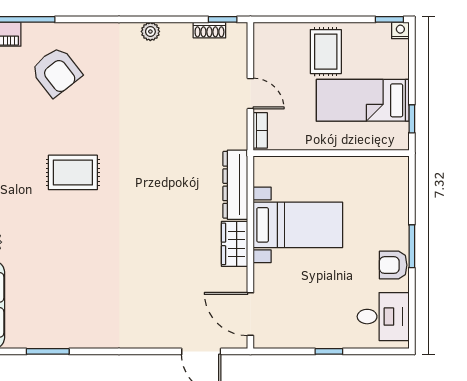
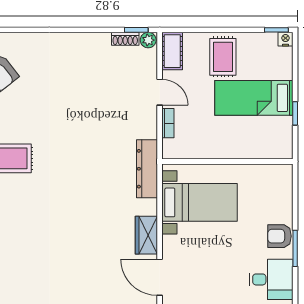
plant: (150, 32) -> (148, 40), moved
cot: (265, 45) -> (172, 51), added
wall: (331, 153) -> (227, 162), moved
wardrobe: (235, 244) -> (146, 235), moved
window: (412, 246) -> (295, 248), moved

